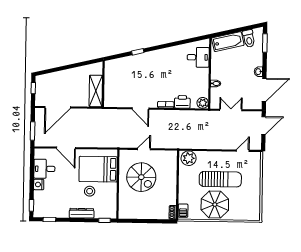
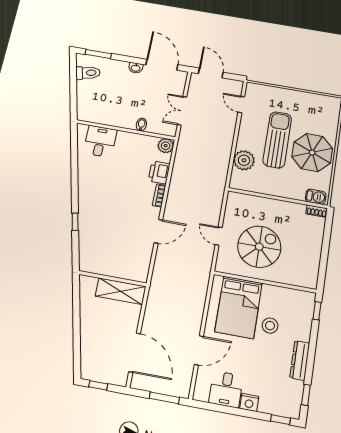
bathtub: (228, 42) -> (86, 100), removed
plant: (189, 158) -> (244, 160), moved
dresser: (82, 213) -> (300, 360), moved

